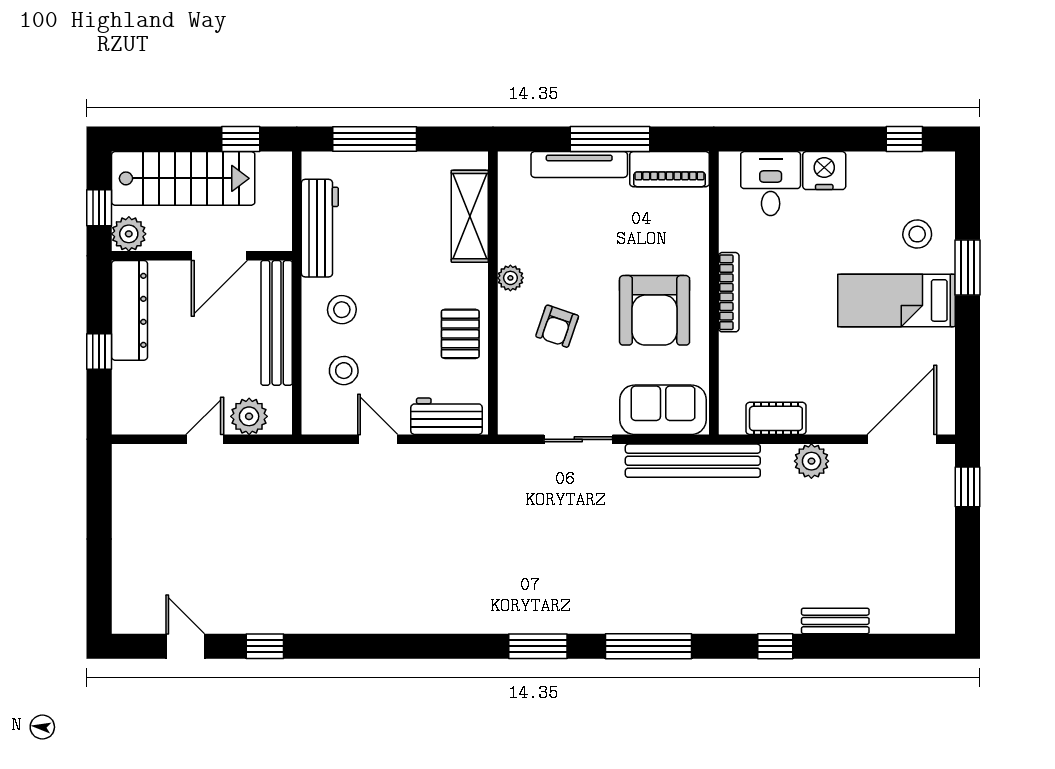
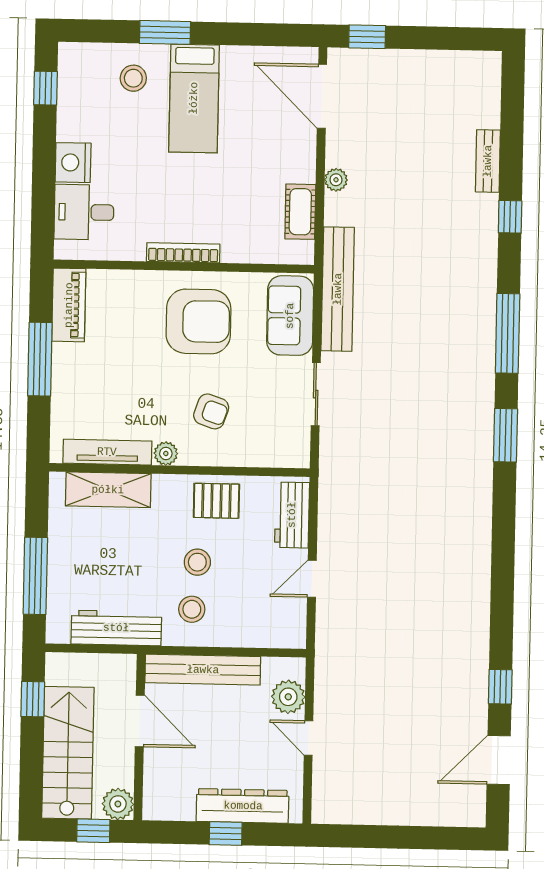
tv unit: (579, 164) -> (107, 452), moved, turned -90
dresser: (129, 310) -> (243, 806), moved
stool: (344, 371) -> (197, 562), moved
plant: (811, 461) -> (336, 180), width x0.73, depth x0.73
door: (185, 646) -> (499, 760), width x1.38

